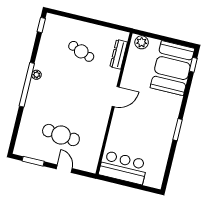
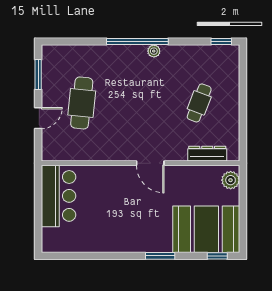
window: (178, 130) -> (160, 256), moved

